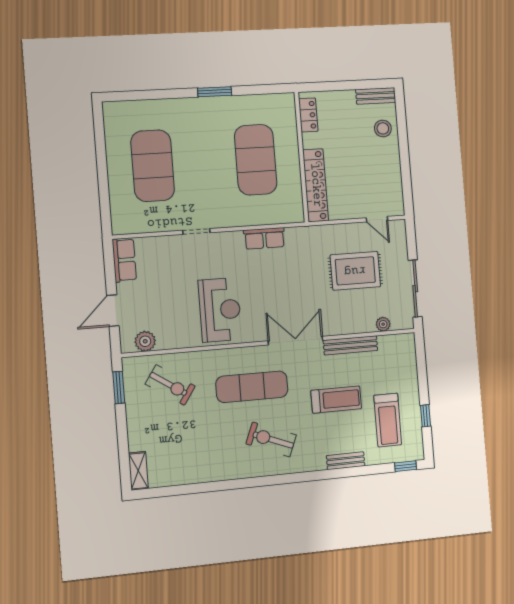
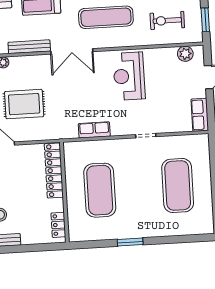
exercise bike: (170, 385) -> (167, 21), turned -34

